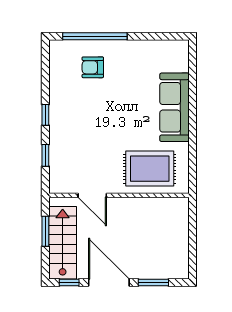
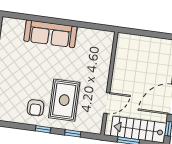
armchair: (93, 67) -> (35, 108), moved
rug: (150, 169) -> (64, 100), moved

